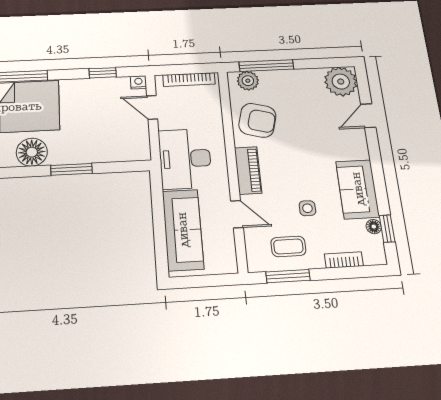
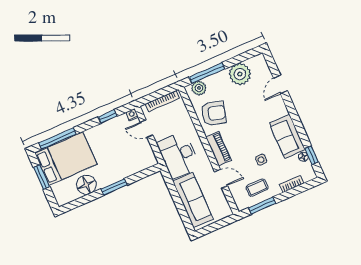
plant: (341, 82) -> (240, 74), moved

